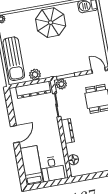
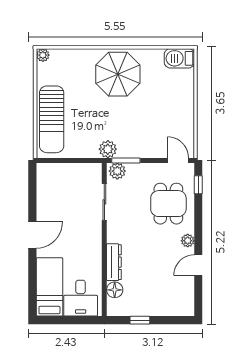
plant: (35, 75) -> (108, 149), moved
dresser: (33, 90) -> (73, 172), removed
dresser: (68, 131) -> (114, 262), moved
window: (93, 176) -> (140, 320), added

